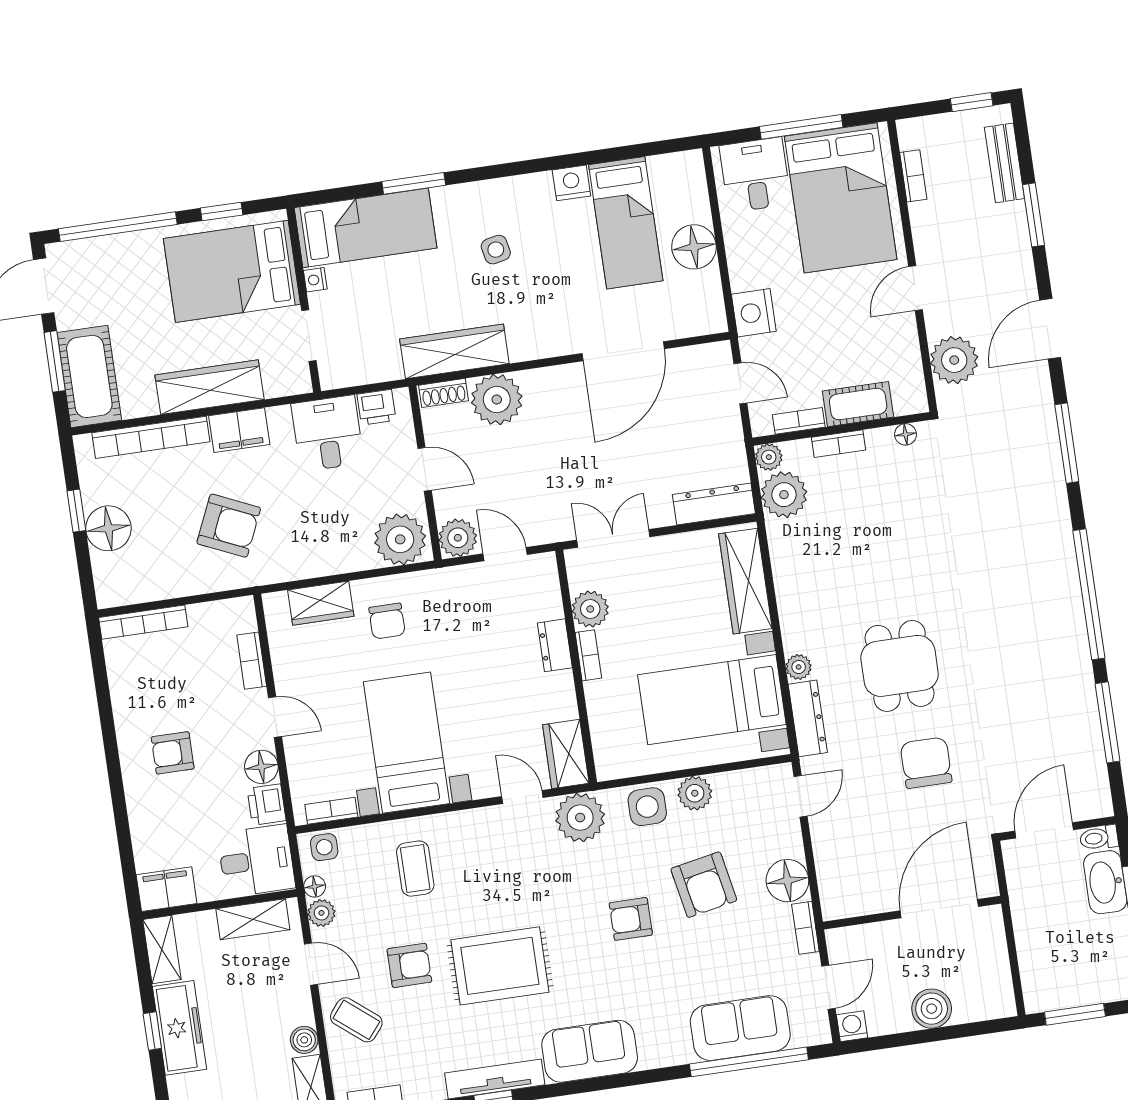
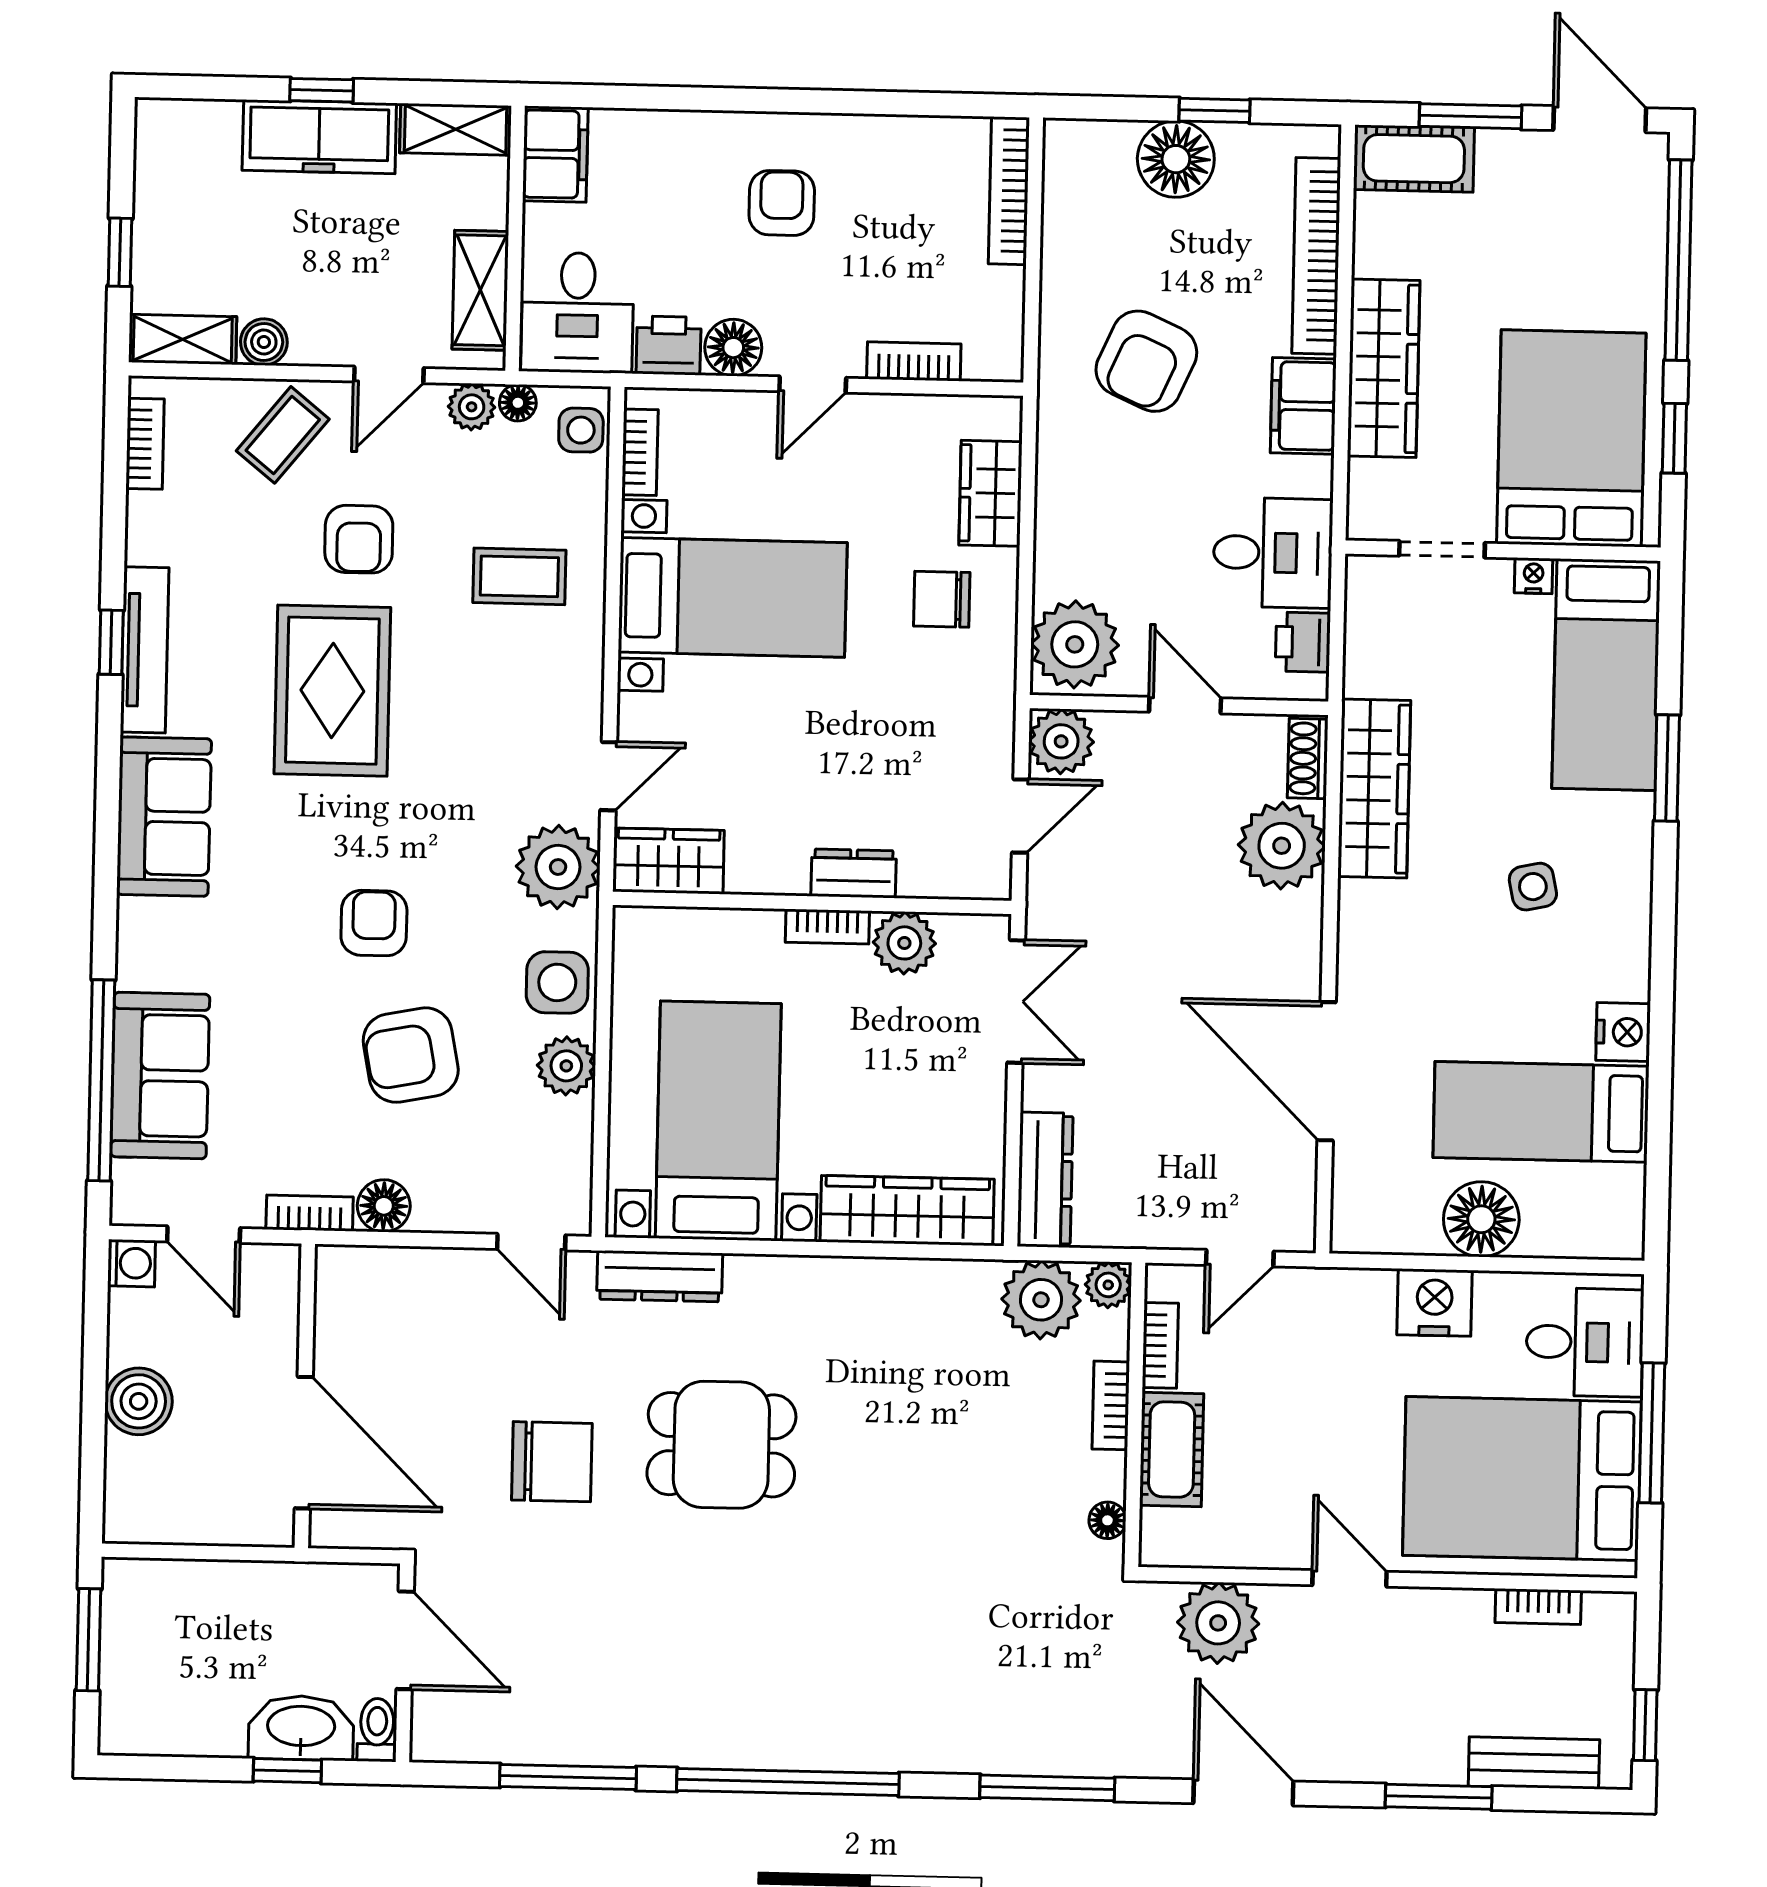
nightstand: (754, 313) -> (1435, 1302), moved
cot: (89, 376) -> (1414, 159), width x0.73, depth x0.75
door: (425, 469) -> (1185, 705), swing flipped
plant: (799, 667) -> (748, 1275), removed
floor lamp: (787, 881) -> (384, 1206), width x0.73, depth x0.73

